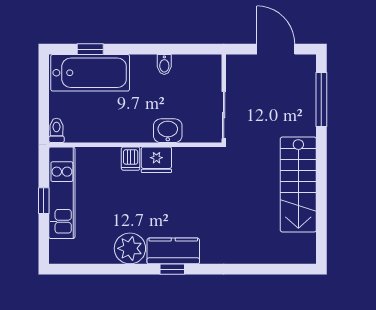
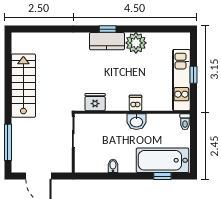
washbasin: (168, 131) -> (136, 122), moved
fridge: (156, 160) -> (95, 102), moved

